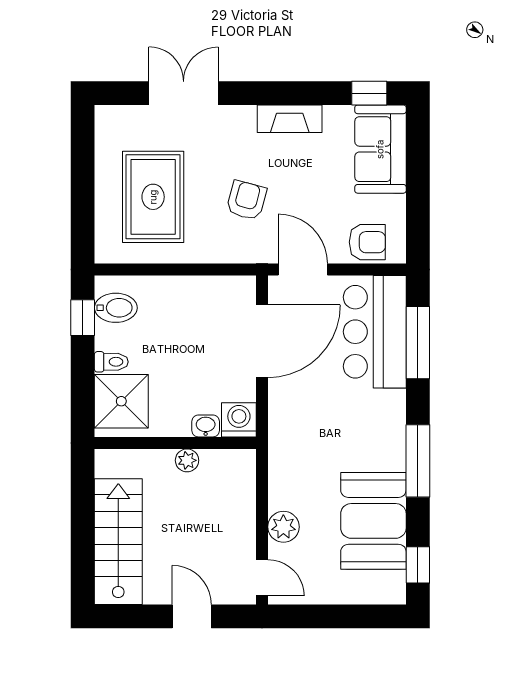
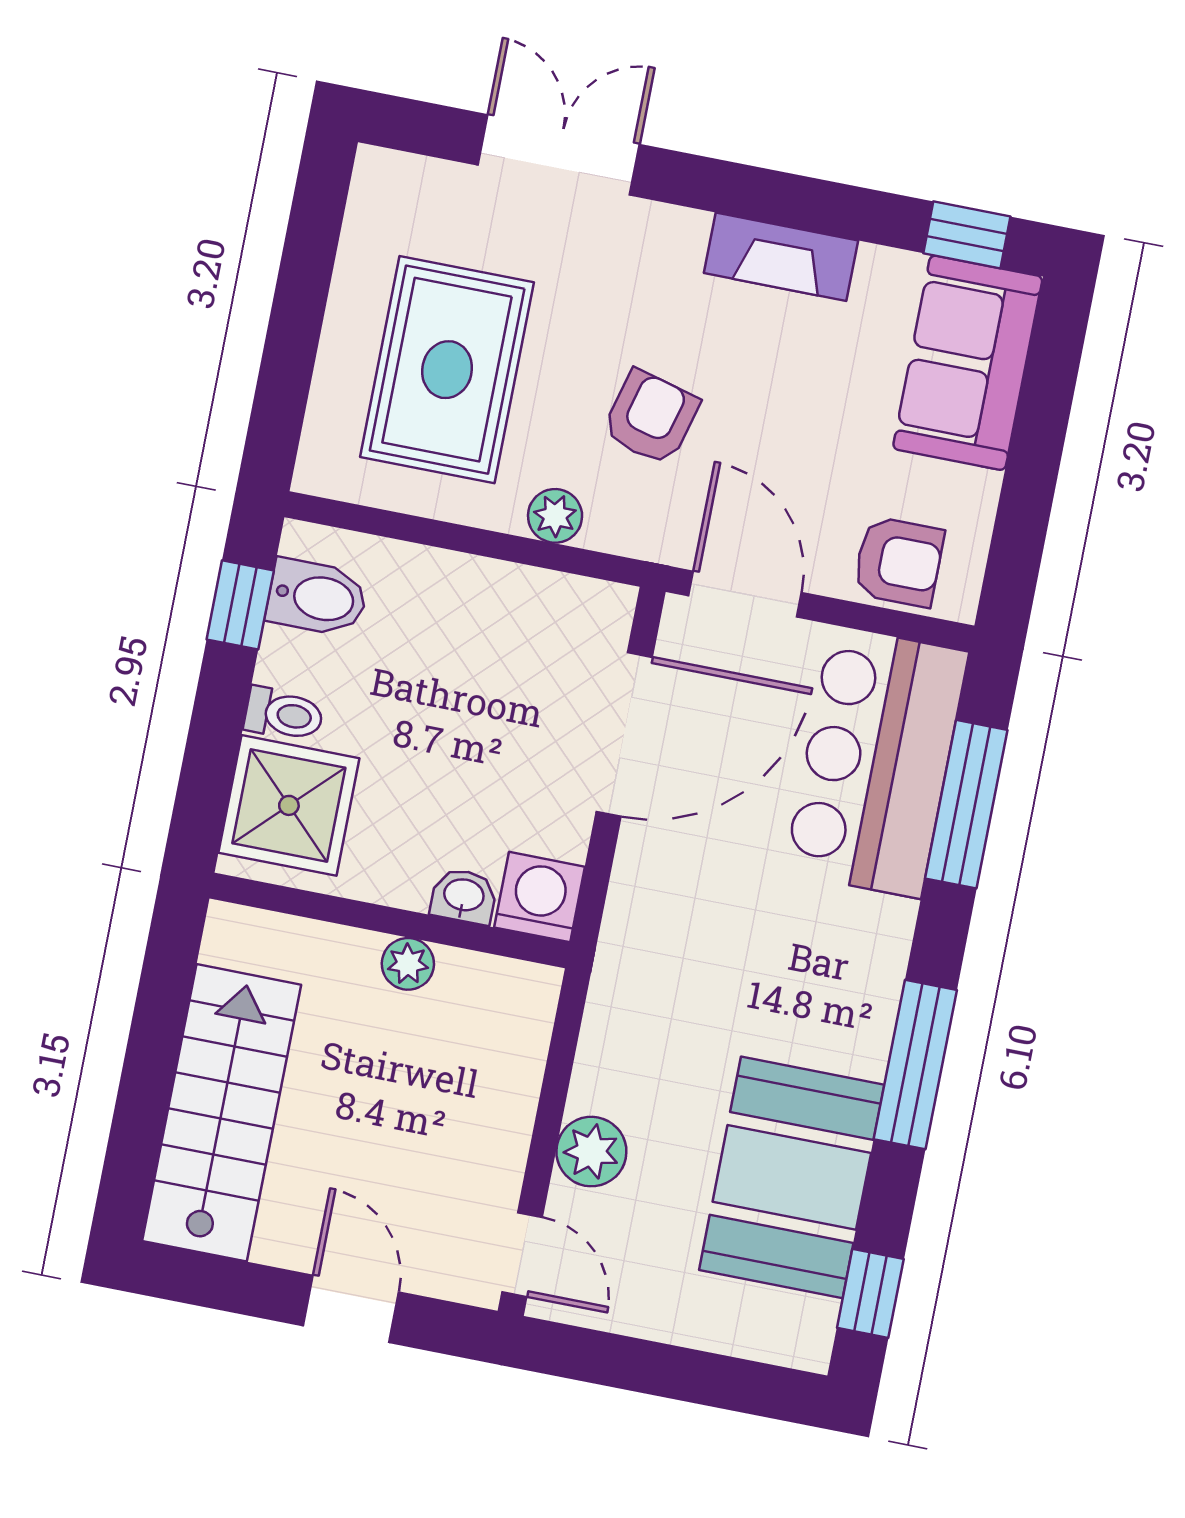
plant: (213, 252) -> (555, 516), added

